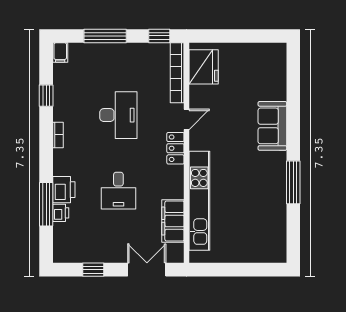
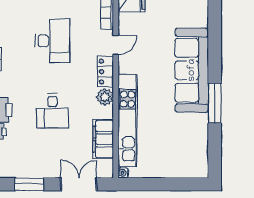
sofa: (272, 126) -> (192, 70), width x1.85, depth x1.27
plant: (175, 176) -> (105, 97), added
water cooler: (195, 257) -> (123, 173), added
window: (93, 270) -> (29, 184), width x1.50

